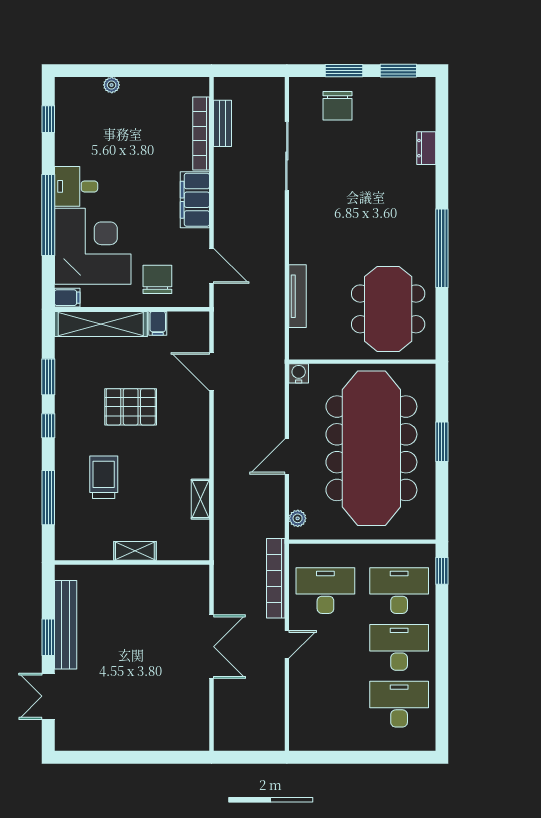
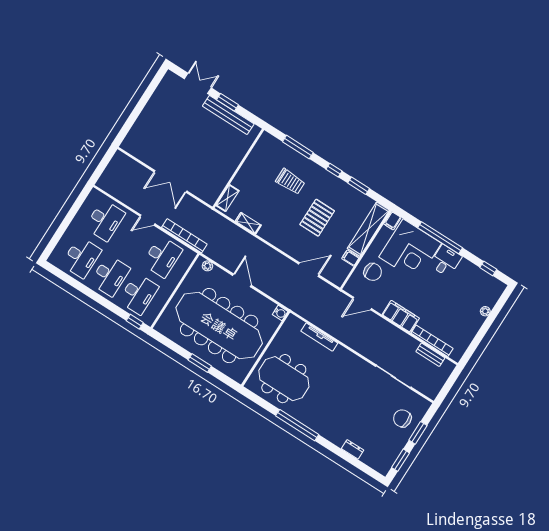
shelving: (135, 551) -> (228, 198), moved
door: (287, 644) -> (147, 220), hinge flipped
desk: (325, 704) -> (105, 220), added

